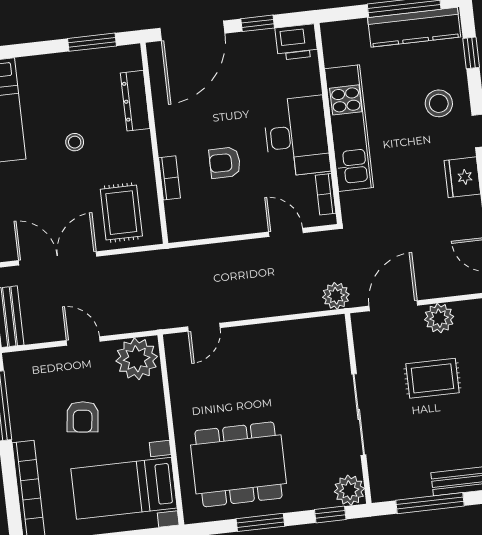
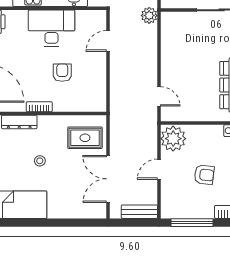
armchair: (225, 163) -> (62, 73), turned 180
bookcase: (169, 178) -> (39, 107), moved
bookcase: (326, 194) -> (88, 15), removed

